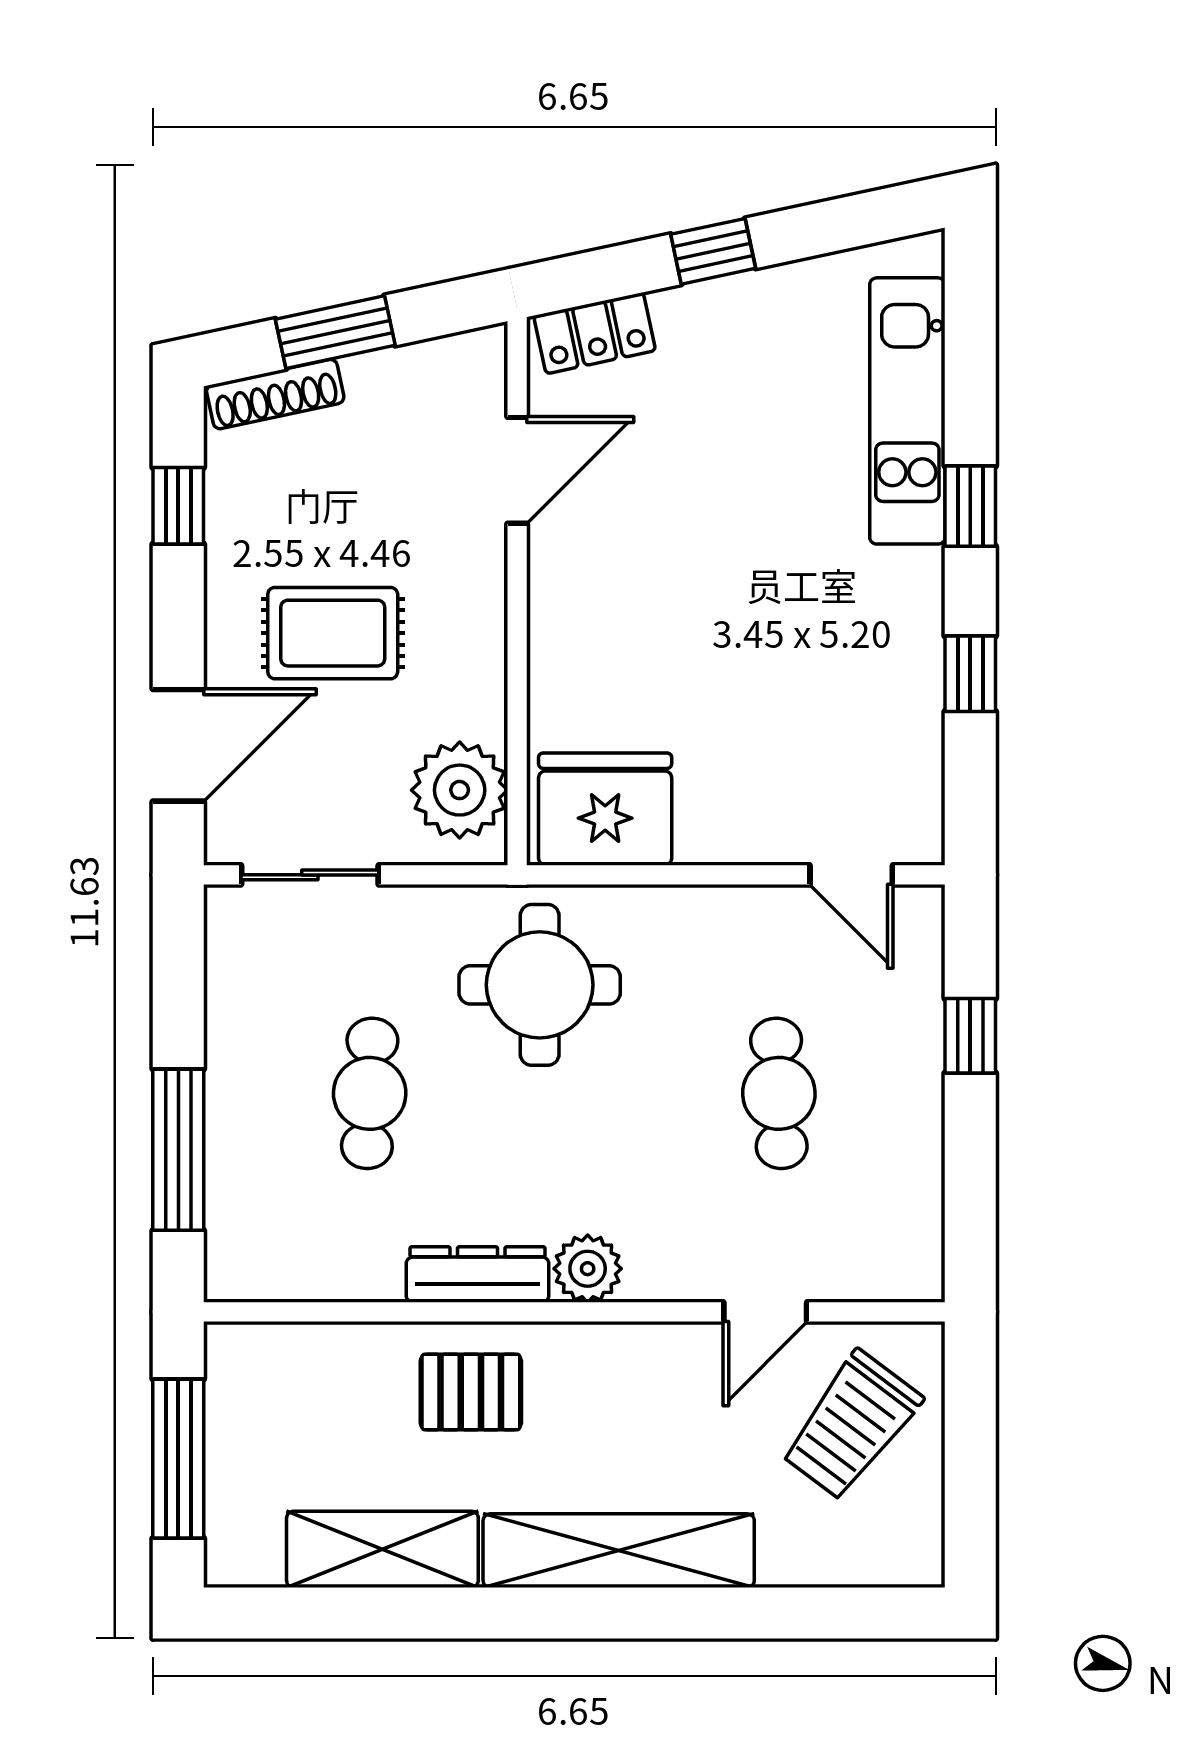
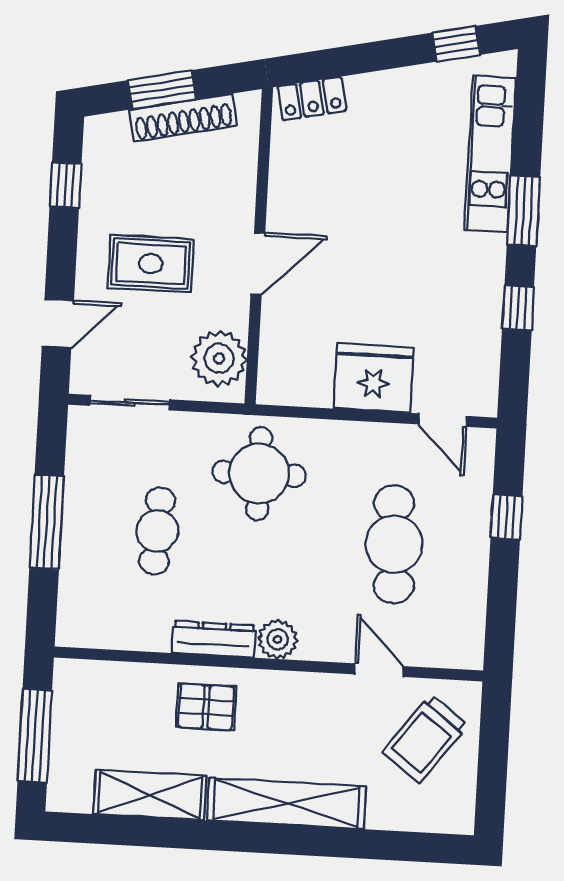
window: (713, 251) -> (456, 44), moved
shoe rack: (275, 394) -> (183, 118), moved, width x1.36, depth x1.24
door: (517, 470) -> (258, 263), moved
window: (970, 506) -> (524, 211), width x1.50
door: (178, 745) -> (58, 323), width x0.73
fridge: (605, 809) -> (374, 378), moved
cafe table: (779, 1093) -> (394, 544), width x1.37, depth x1.35
window: (178, 1150) -> (47, 522), moved
door: (765, 1312) -> (379, 670), swing flipped

